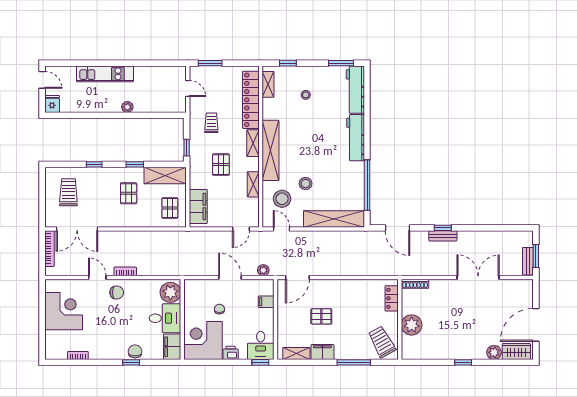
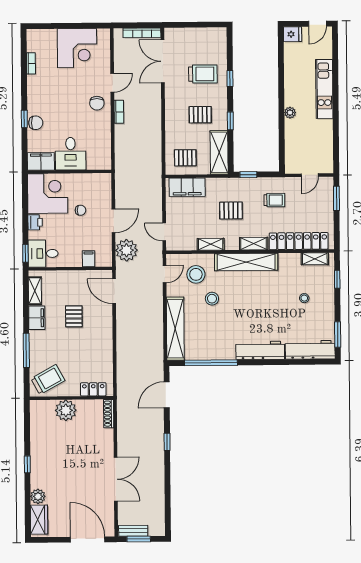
trolley: (68, 192) -> (203, 74), moved
bench: (443, 236) -> (159, 442), removed
plant: (263, 270) -> (127, 250), width x1.87, depth x1.87
plant: (170, 292) -> (97, 159), removed
door: (536, 325) -> (88, 539), moved

